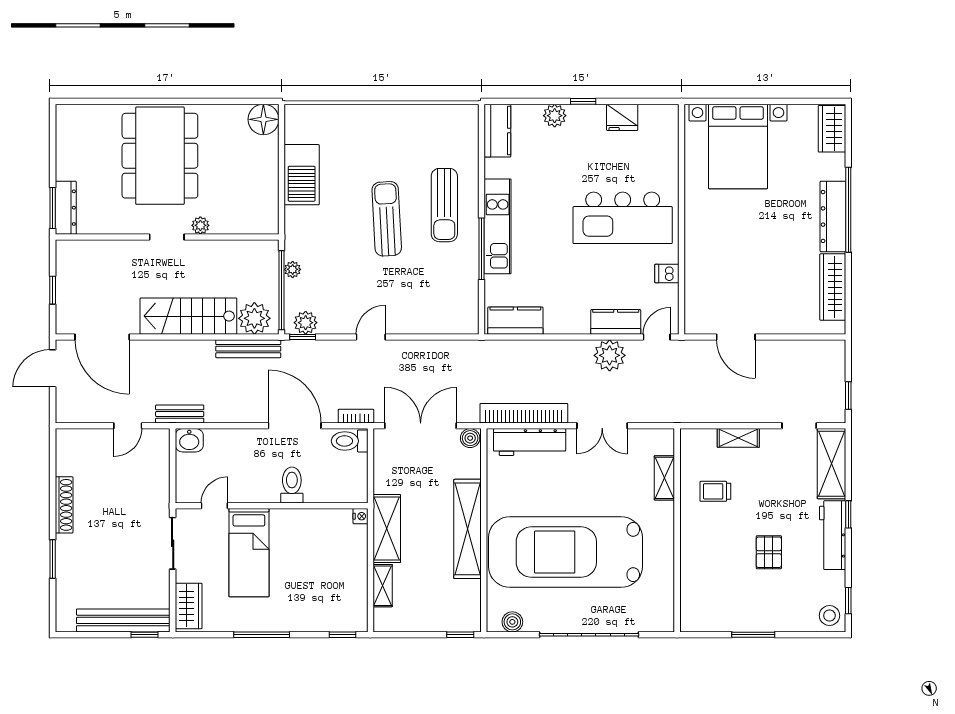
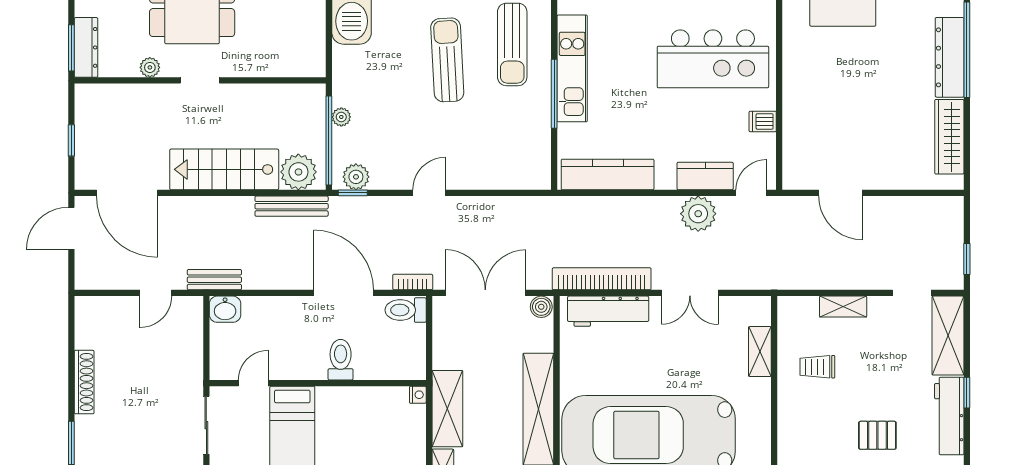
plant: (200, 225) -> (150, 67), moved
kitchen counter: (515, 321) -> (608, 175), width x1.50
pallet: (769, 552) -> (877, 435), turned 90

